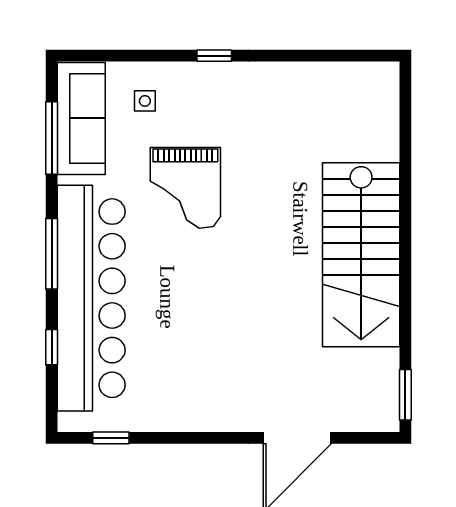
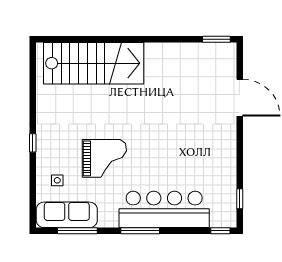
stairs: (361, 255) -> (94, 63), moved
bar counter: (91, 298) -> (164, 209), width x0.73
window: (52, 347) -> (220, 231), moved

